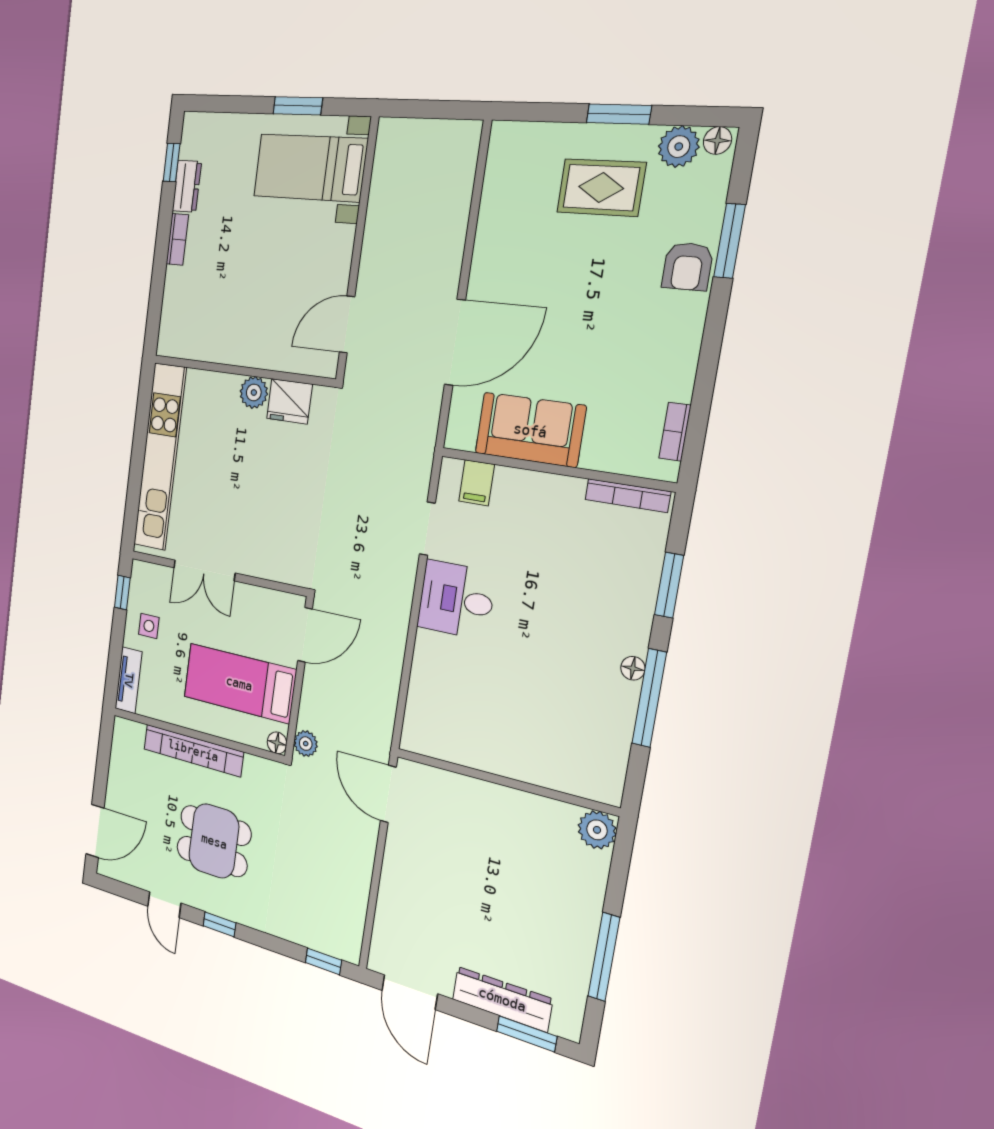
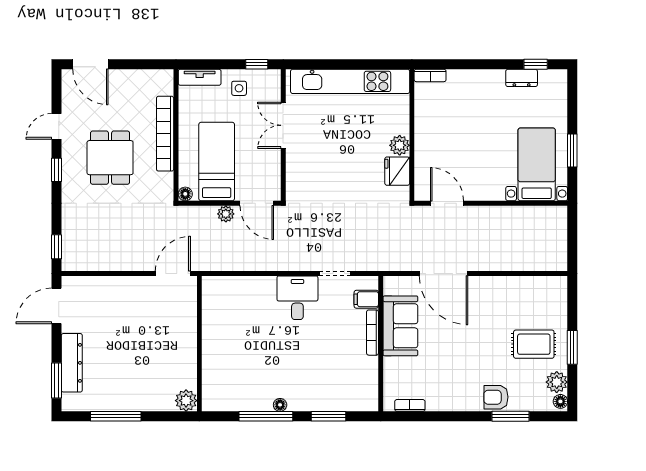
rug: (601, 188) -> (534, 344), turned 90
bookcase: (177, 239) -> (430, 75), moved
bookcase: (628, 496) -> (373, 333), moved
plant: (306, 744) -> (226, 214), moved

